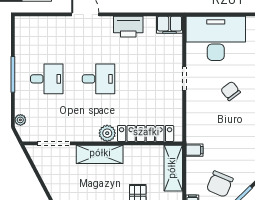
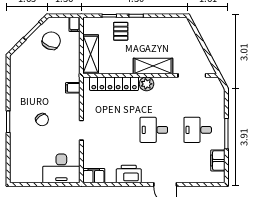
desk: (216, 38) -> (61, 168), width x0.73, depth x0.77
filing cabinet: (23, 43) -> (218, 160), added
plant: (20, 120) -> (220, 95), removed
filing cabinet: (194, 150) -> (73, 88), moved

